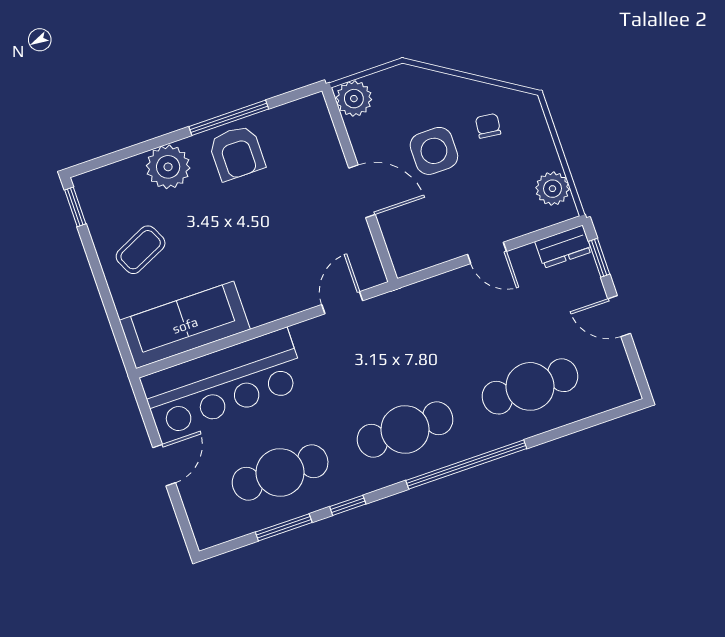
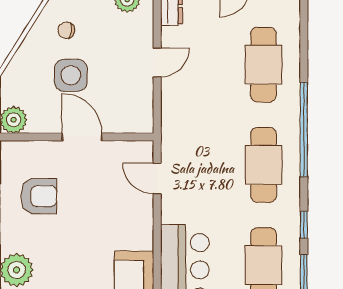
armchair: (237, 153) -> (39, 196), moved
door: (362, 191) -> (82, 137), hinge flipped

